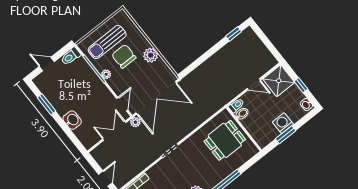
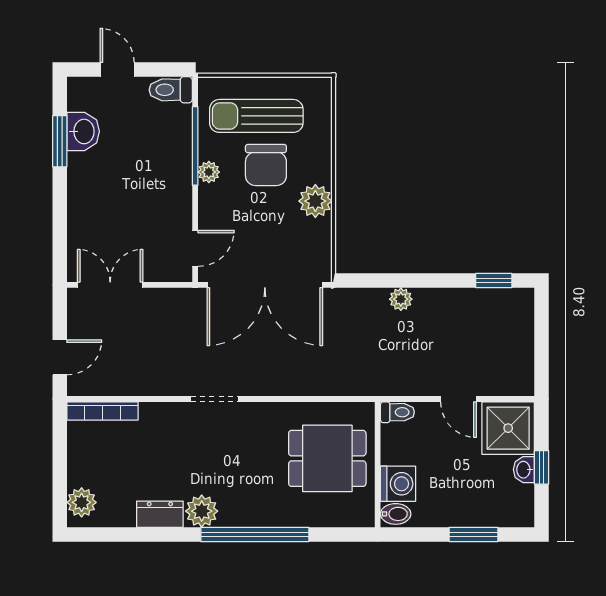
chair: (124, 56) -> (266, 165), turned 180
washbasin: (306, 105) -> (524, 470), moved
bidet: (242, 114) -> (396, 514), moved
washbasin: (72, 120) -> (83, 131), moved
plant: (135, 122) -> (401, 299), moved
washing machine: (283, 123) -> (398, 484), moved, turned 90
double door: (114, 131) -> (110, 285), moved
window: (286, 135) -> (473, 534), moved

